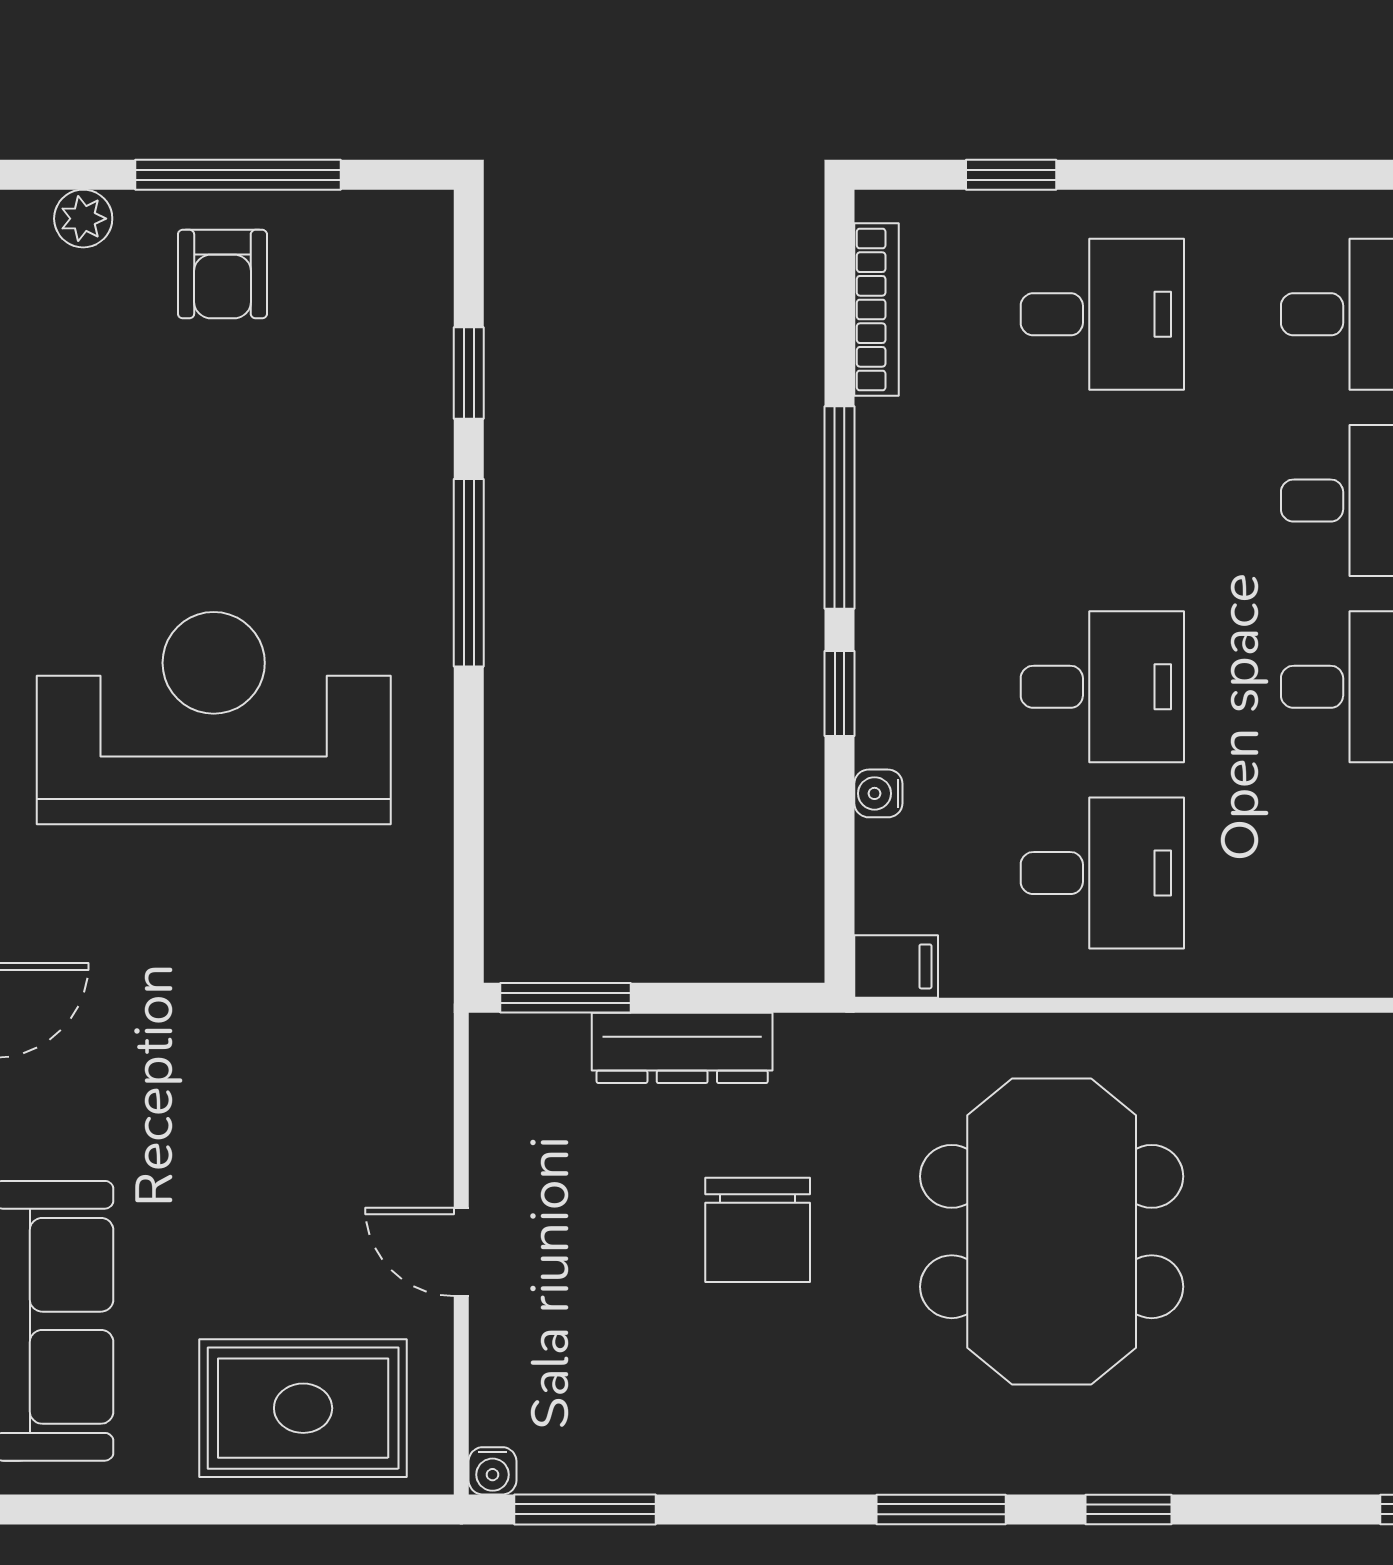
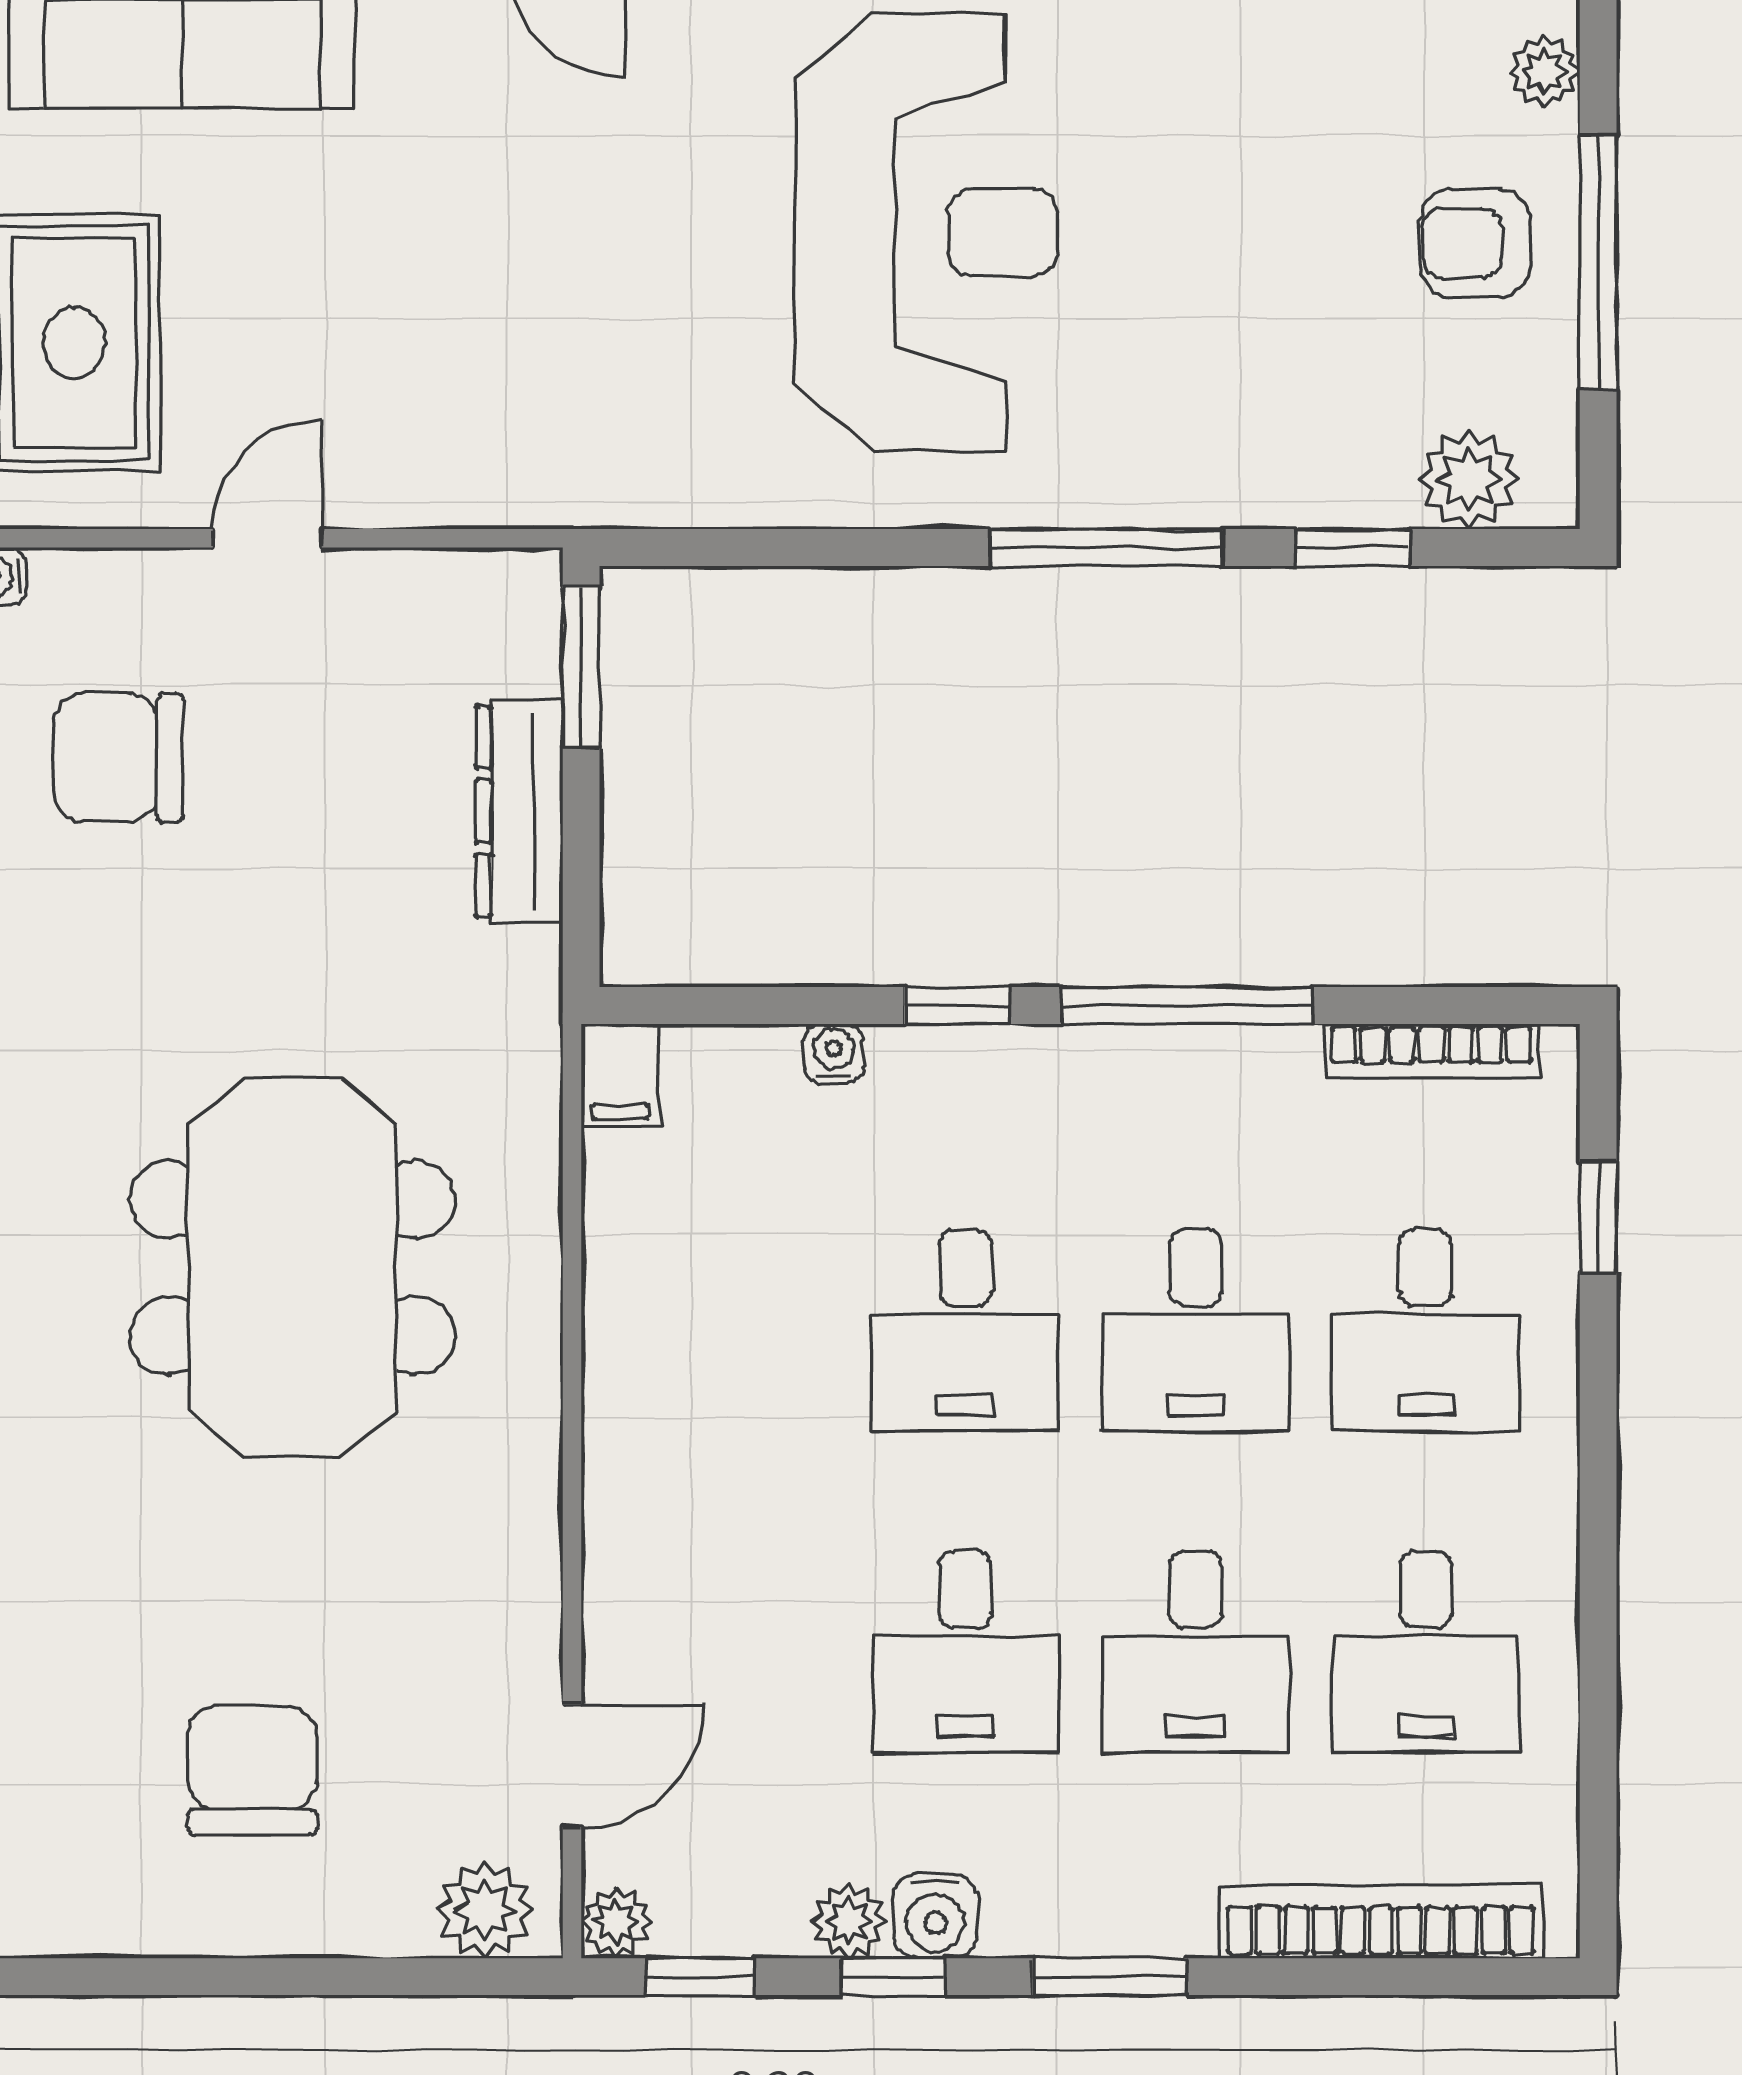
plant: (414, 279) -> (1469, 479), added
desk: (1102, 873) -> (1196, 1330), moved
chair: (758, 1230) -> (118, 758), moved
meeting table: (1052, 1232) -> (292, 1268), turned 90

